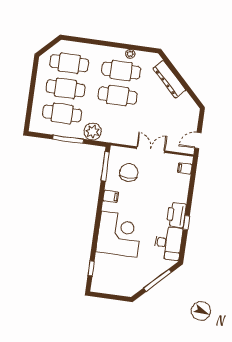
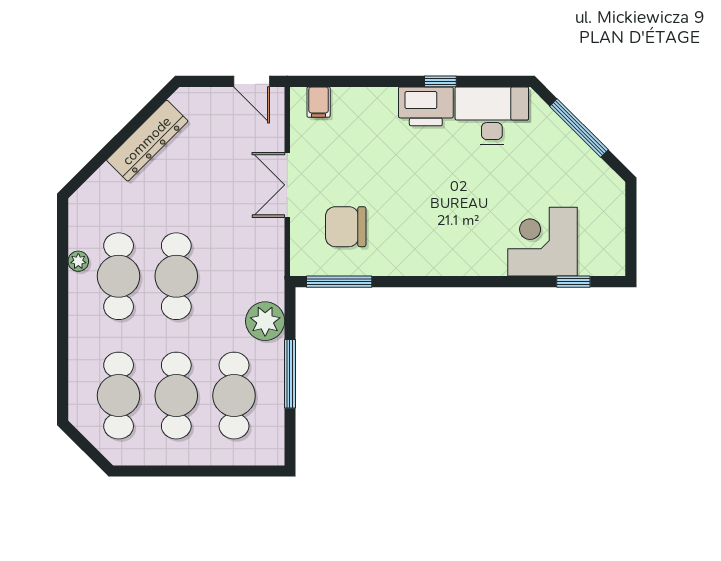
dresser: (169, 79) -> (147, 141), moved
filing cabinet: (111, 196) -> (405, 260), removed
corner desk: (119, 234) -> (542, 242), moved, width x0.74, depth x0.74

